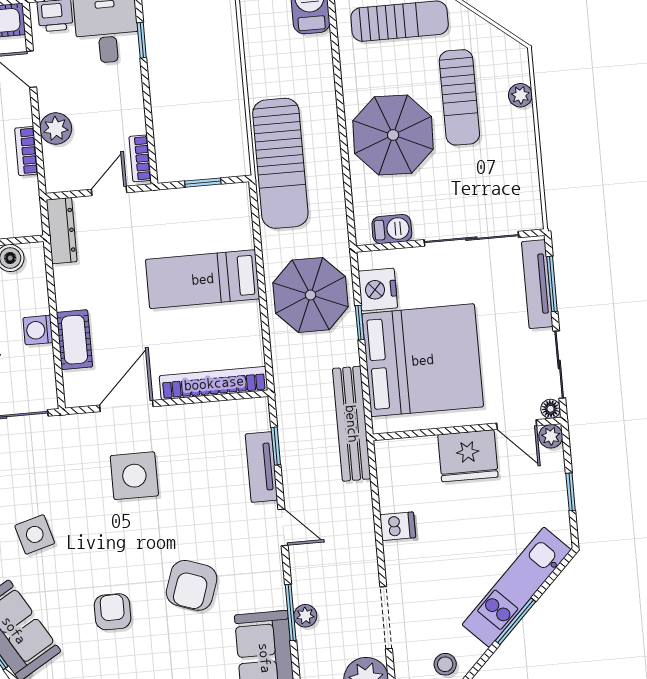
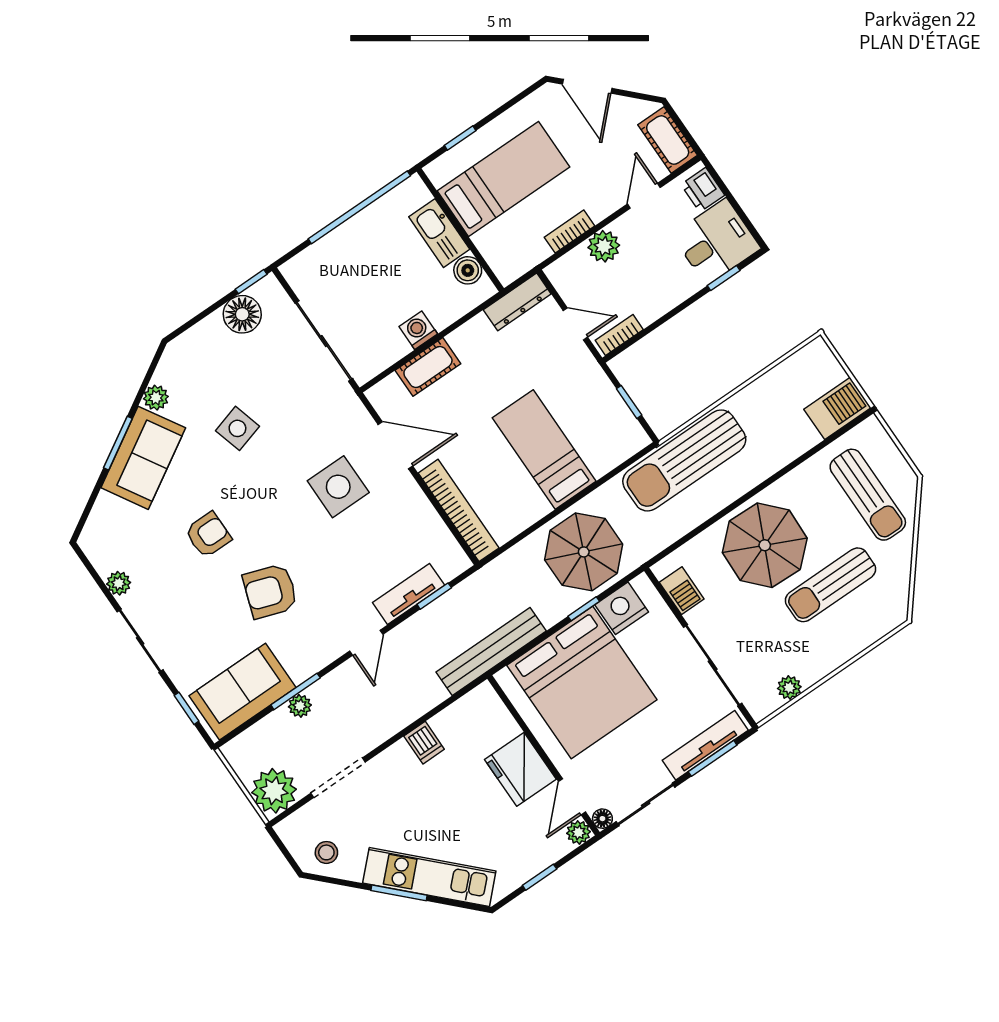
plant: (520, 95) -> (789, 688), moved

